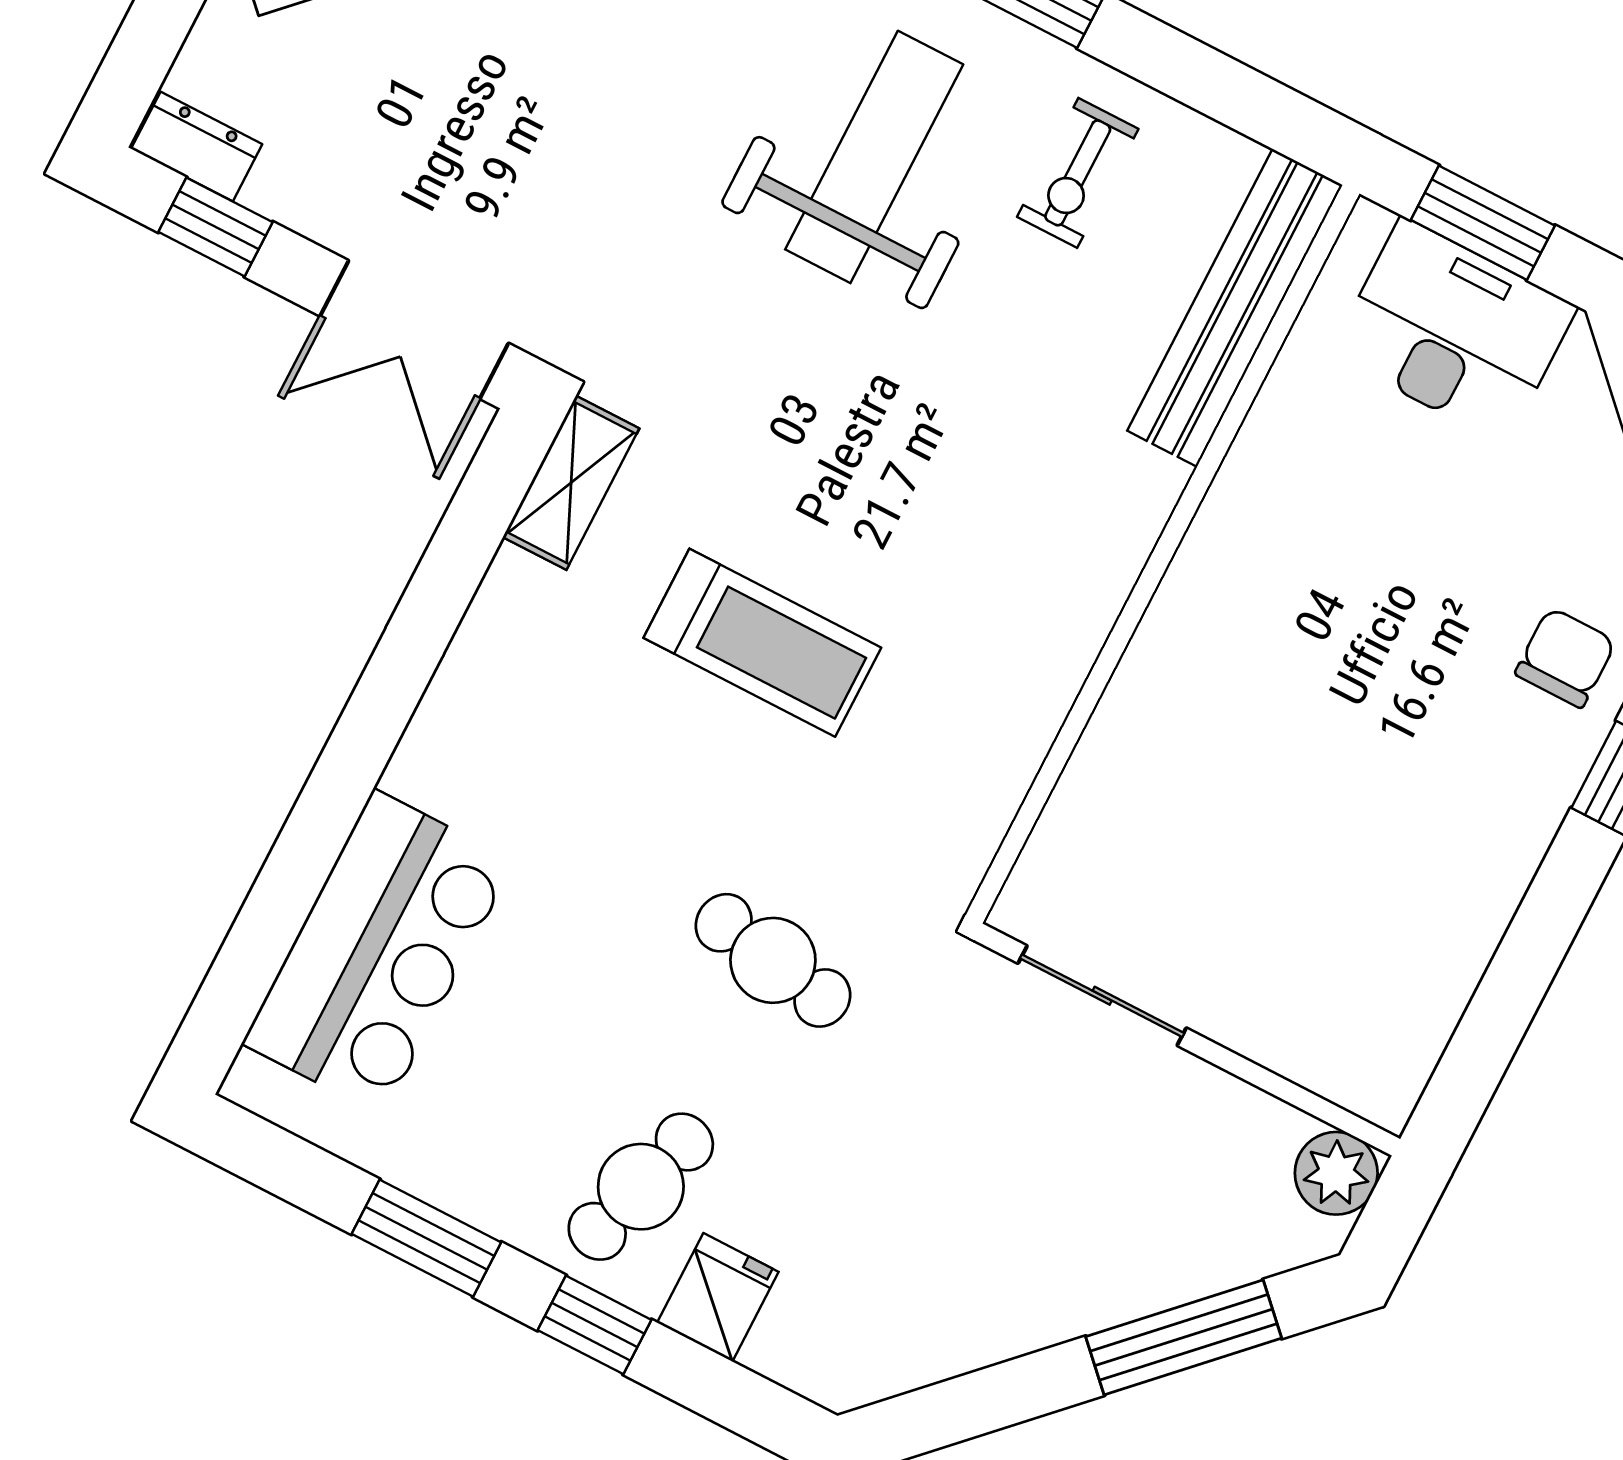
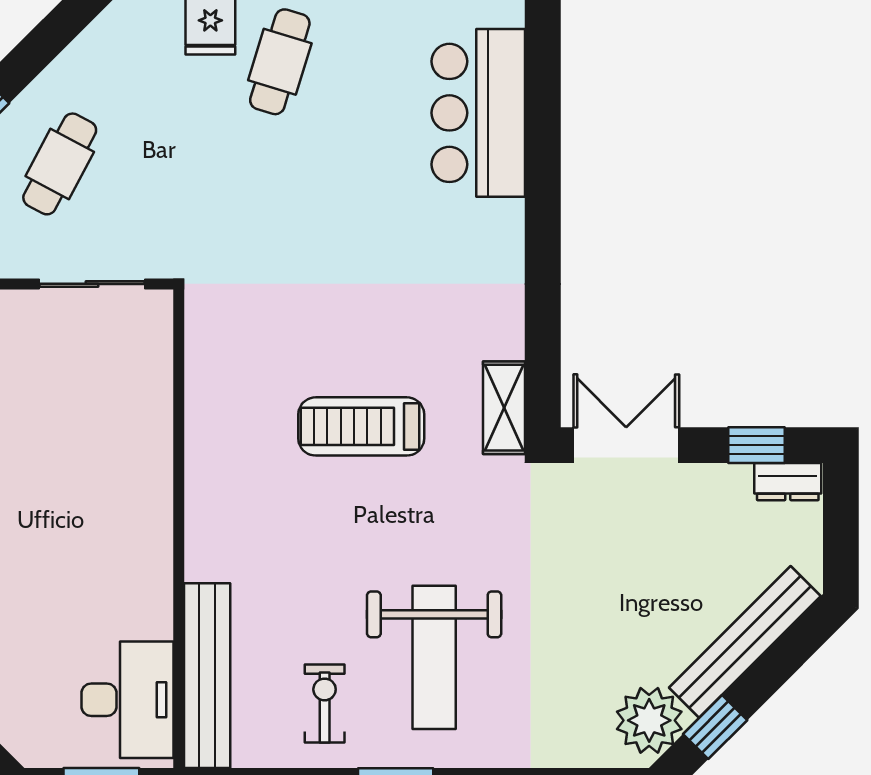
desk: (1454, 331) -> (127, 700), moved, turned -90
treadmill: (762, 643) -> (361, 426), moved
cafe table: (773, 960) -> (60, 164), moved, turned -72

